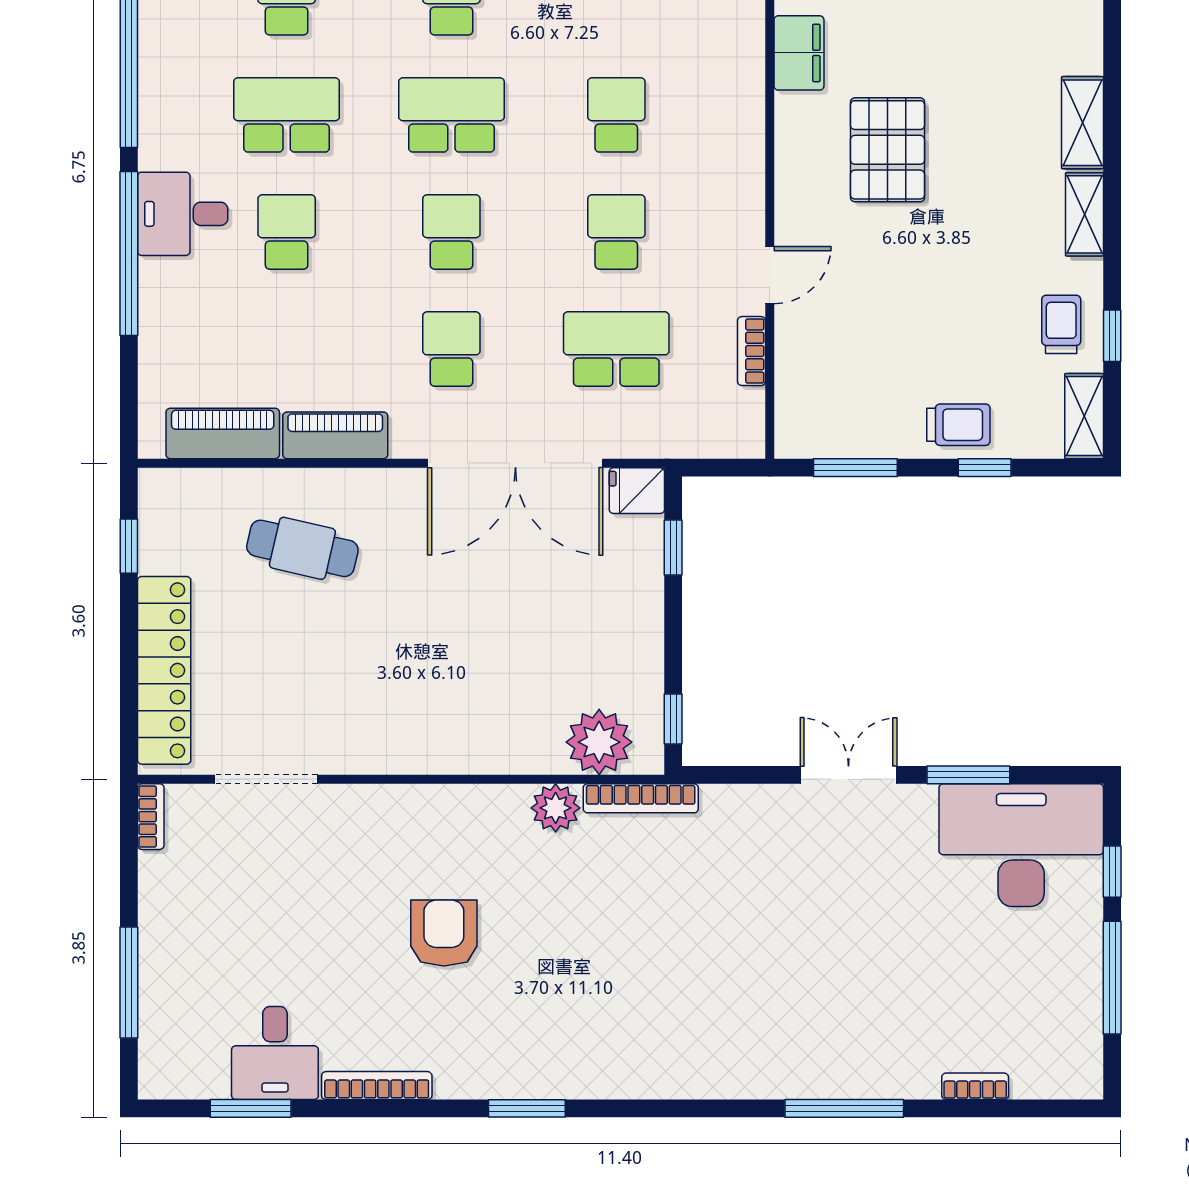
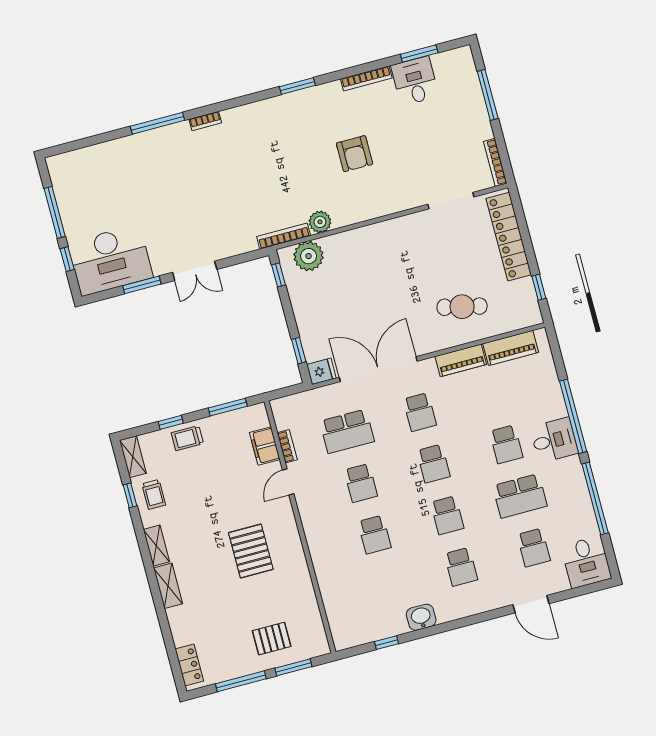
filing cabinet: (799, 53) -> (265, 446), moved
school desk: (451, 115) -> (447, 515), width x0.54
bookcase: (151, 817) -> (495, 162), width x1.56
bookcase: (975, 1086) -> (205, 121), moved

